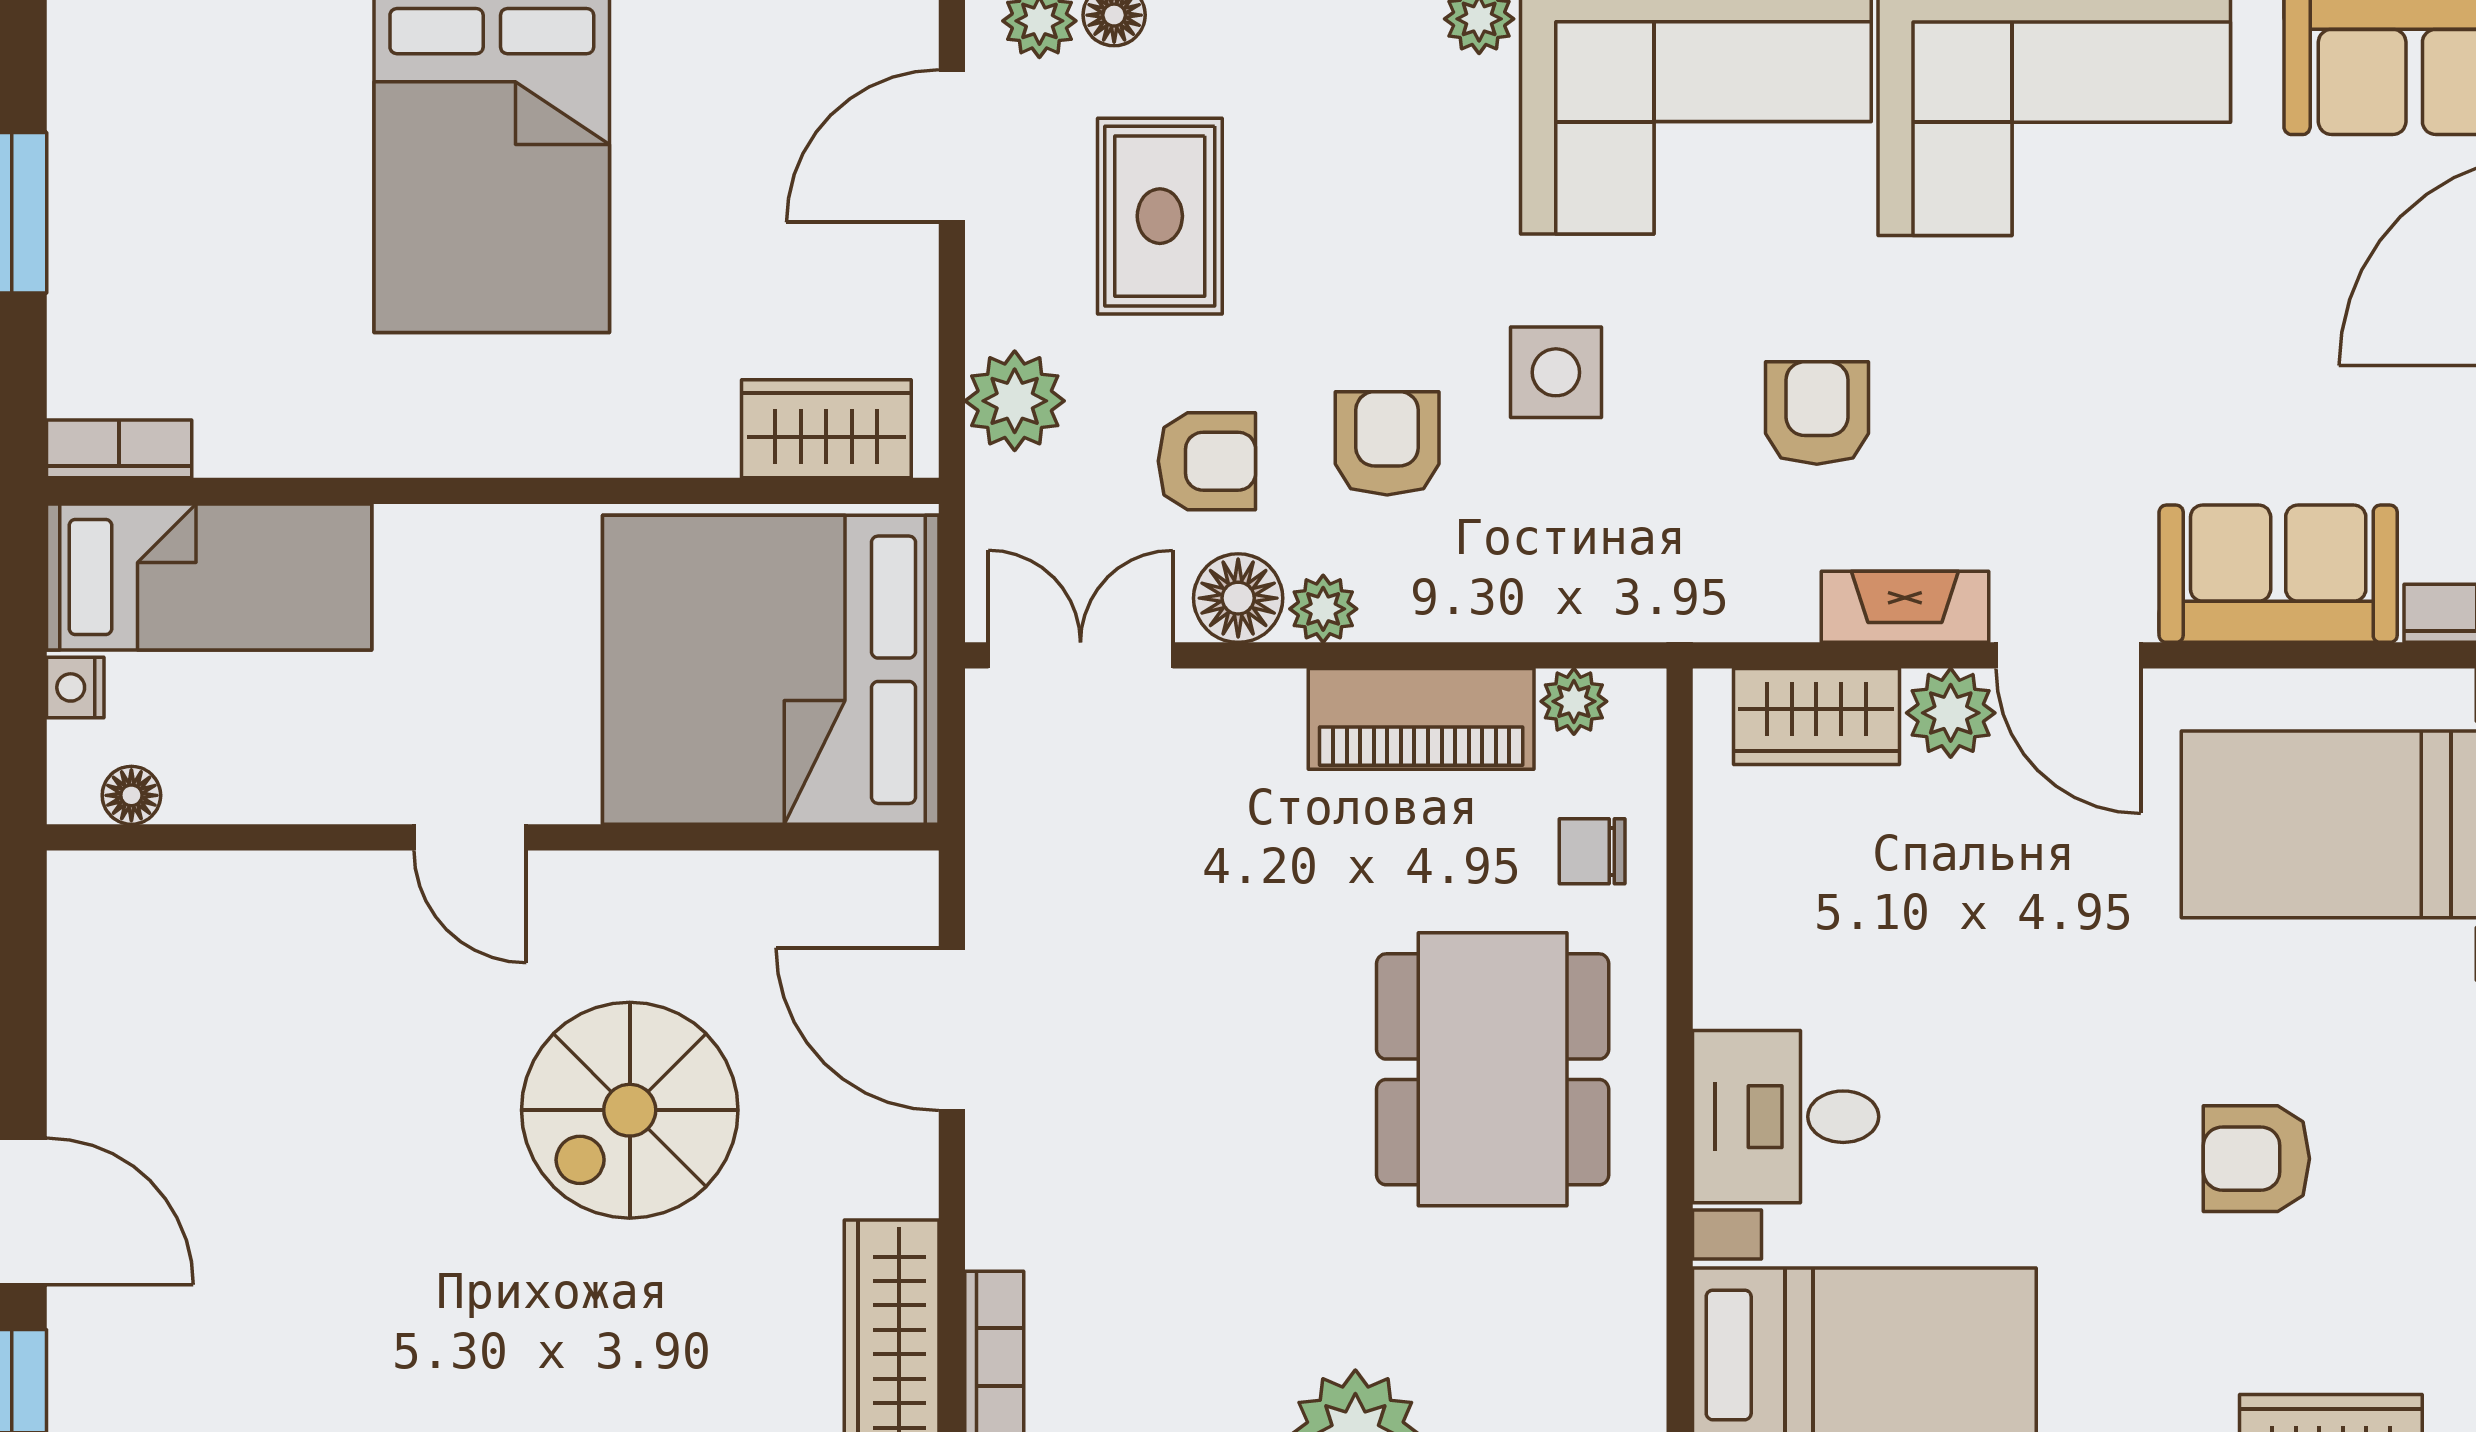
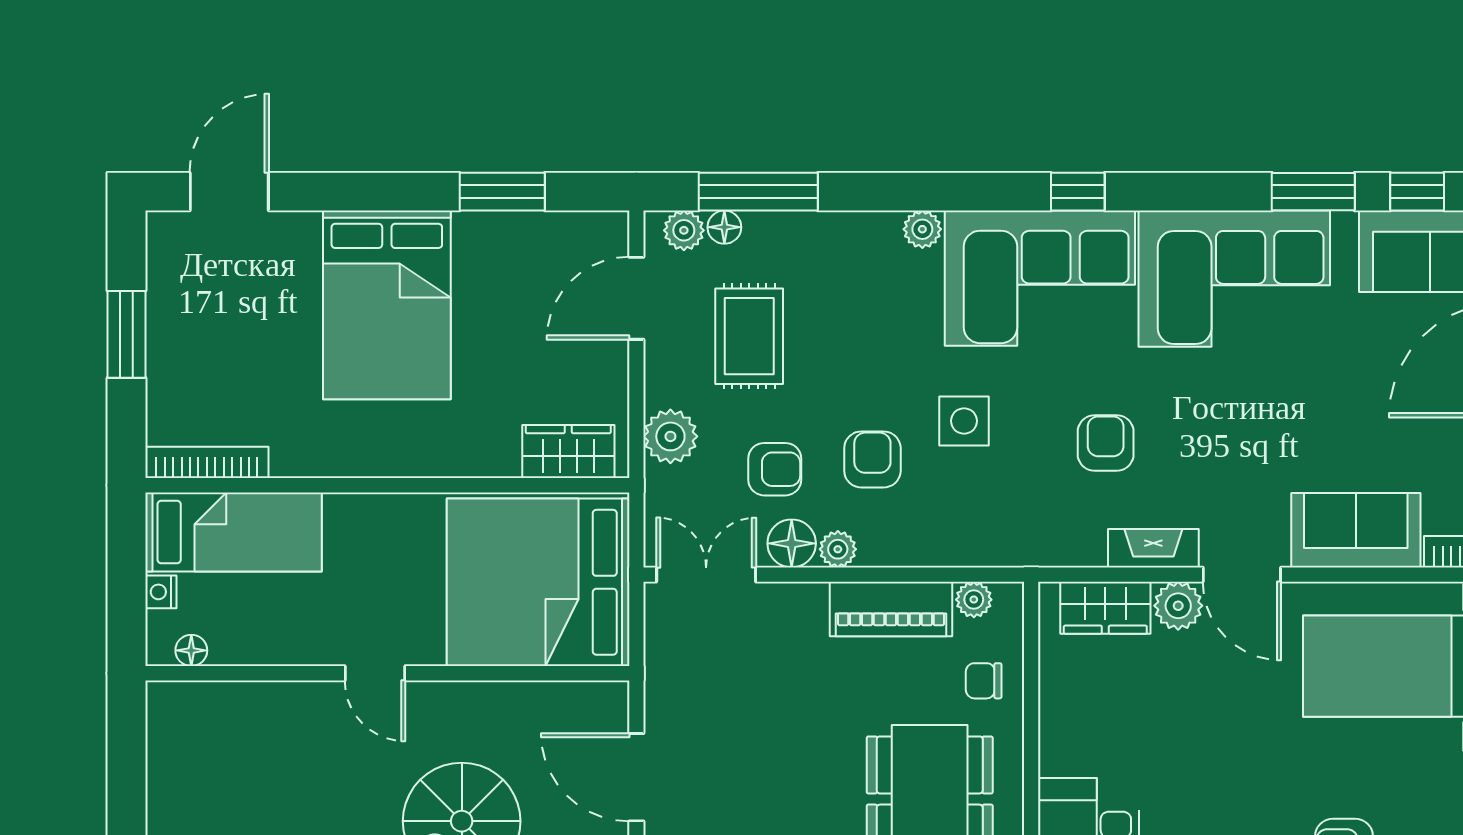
bookcase: (119, 449) -> (207, 462), width x1.56

